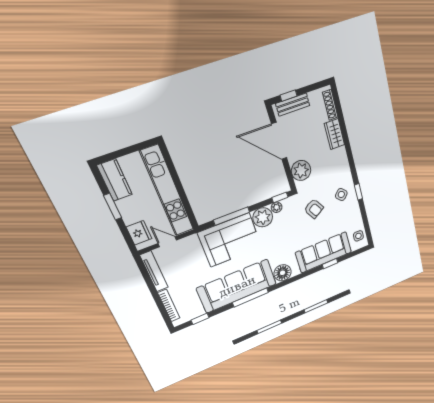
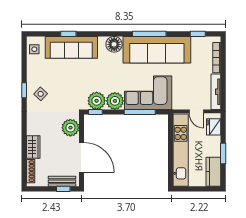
plant: (277, 207) -> (97, 101), width x1.88, depth x1.88
armchair: (314, 209) -> (69, 91), removed

